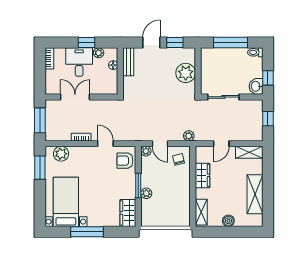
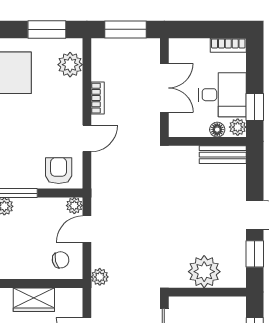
bench: (128, 62) -> (223, 155), moved
floor lamp: (113, 65) -> (217, 130), moved
wall: (120, 71) -> (207, 141), moved

